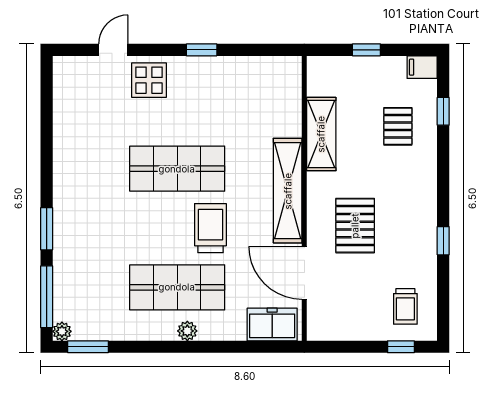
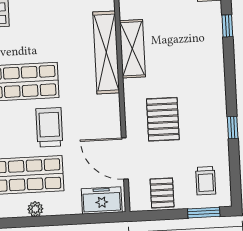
pallet: (398, 126) -> (162, 193), moved
shelving: (288, 191) -> (106, 52), moved
window: (401, 347) -> (204, 213), width x1.50

